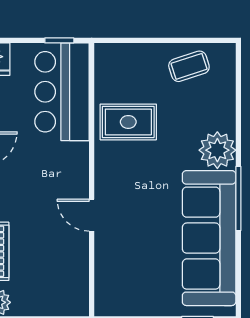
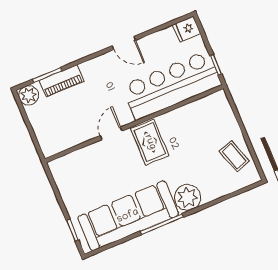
bar counter: (62, 92) -> (172, 85), width x1.36
rug: (128, 122) -> (150, 142), moved

